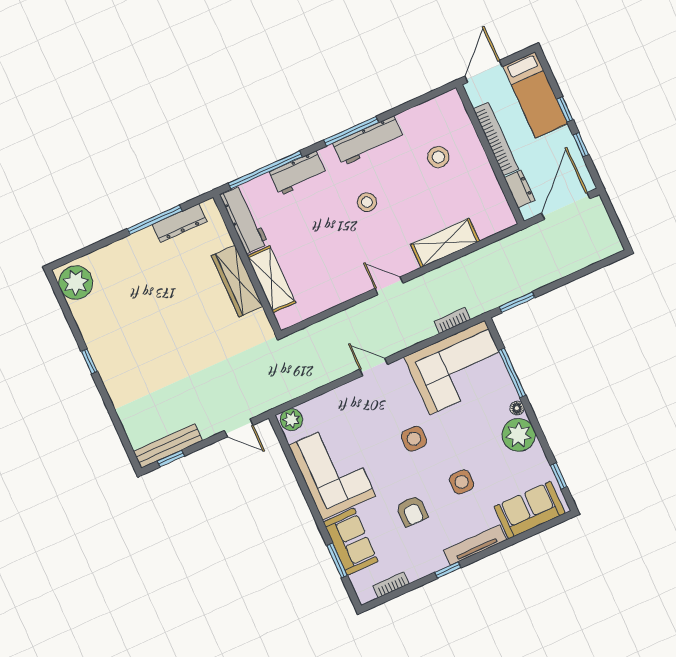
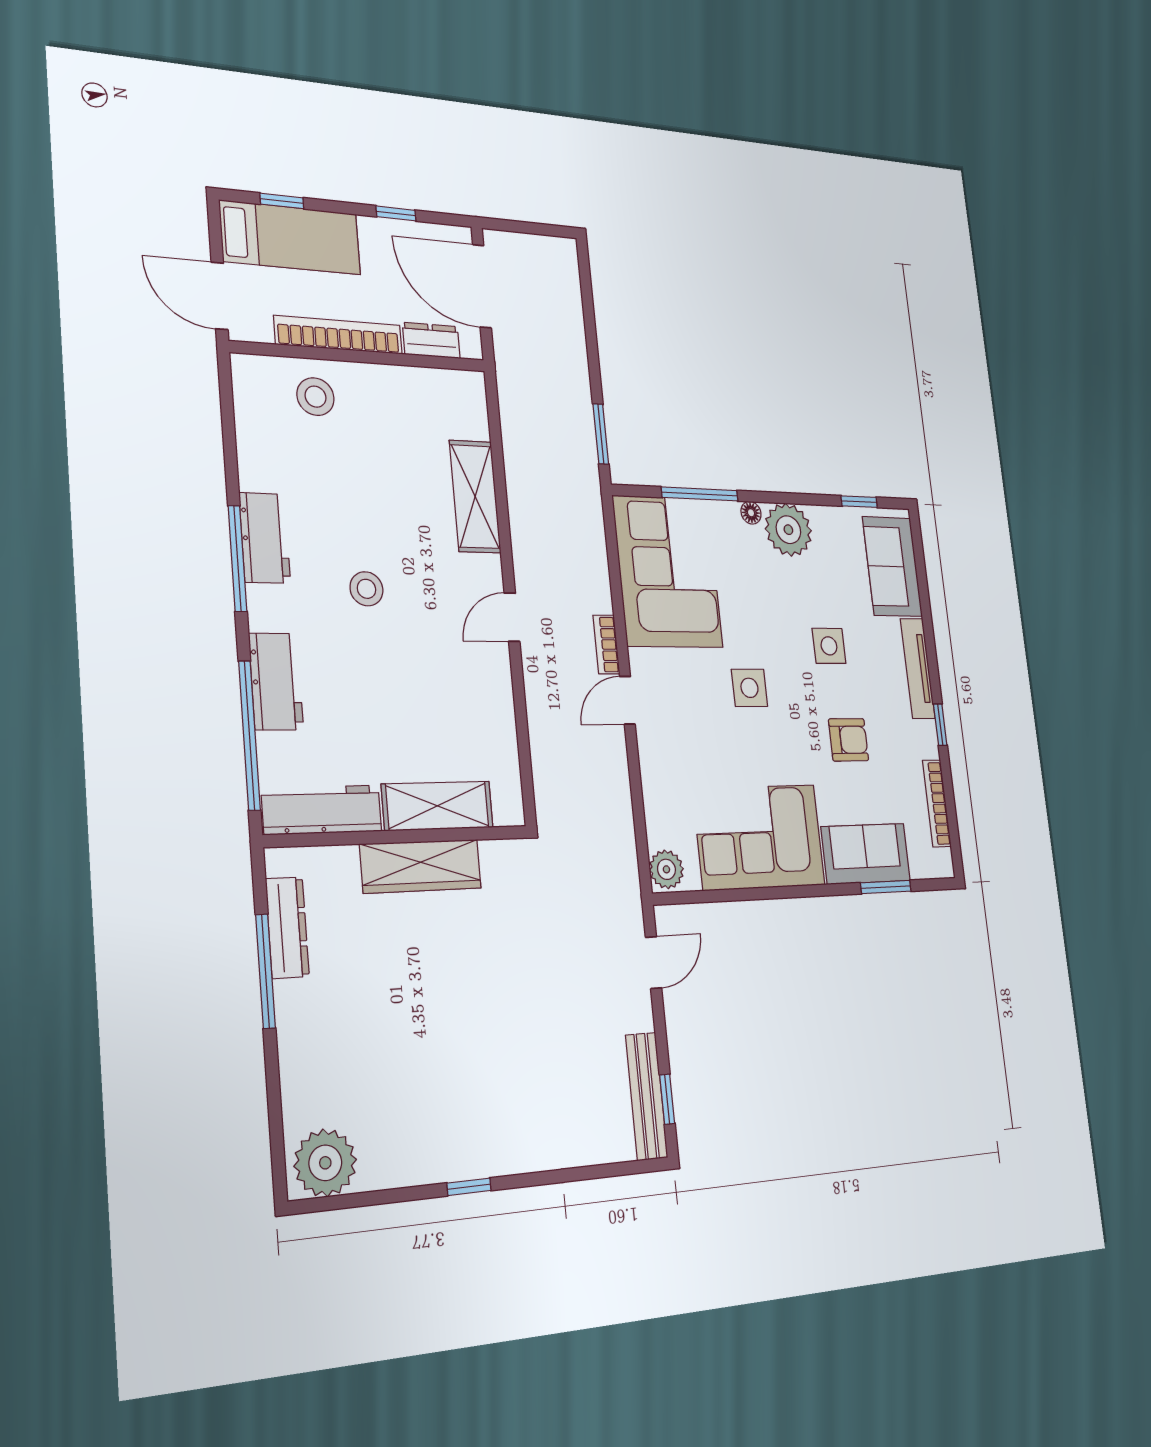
window: (565, 109) -> (282, 201), moved
workbench: (368, 141) -> (265, 538), width x0.73
stool: (438, 157) -> (315, 397), moved
bookcase: (452, 320) -> (606, 644), moved
bookcase: (391, 585) -> (937, 803), width x1.56

